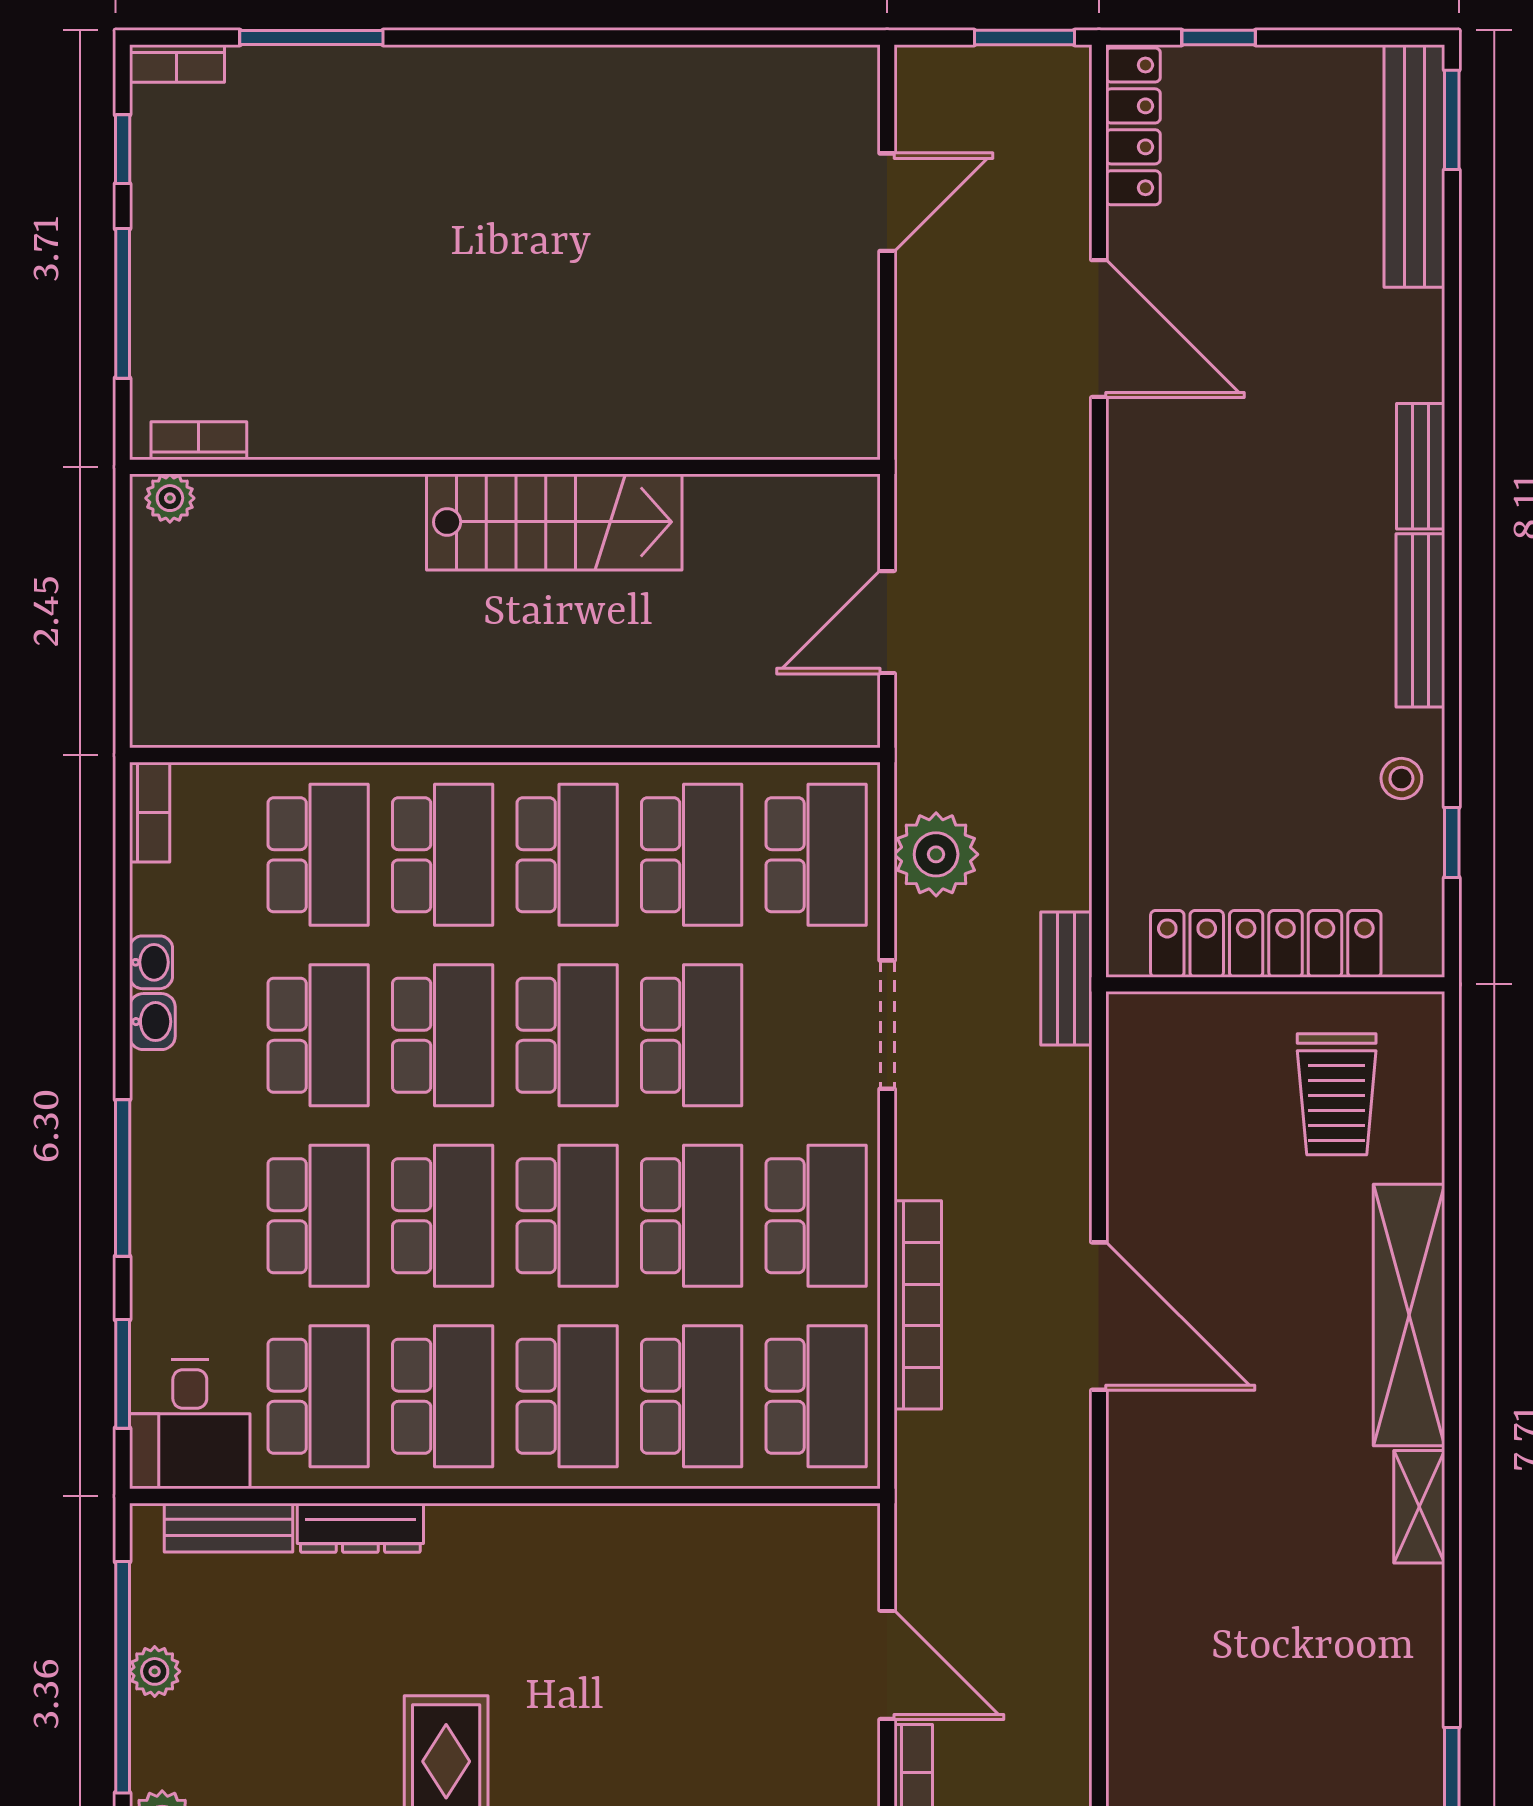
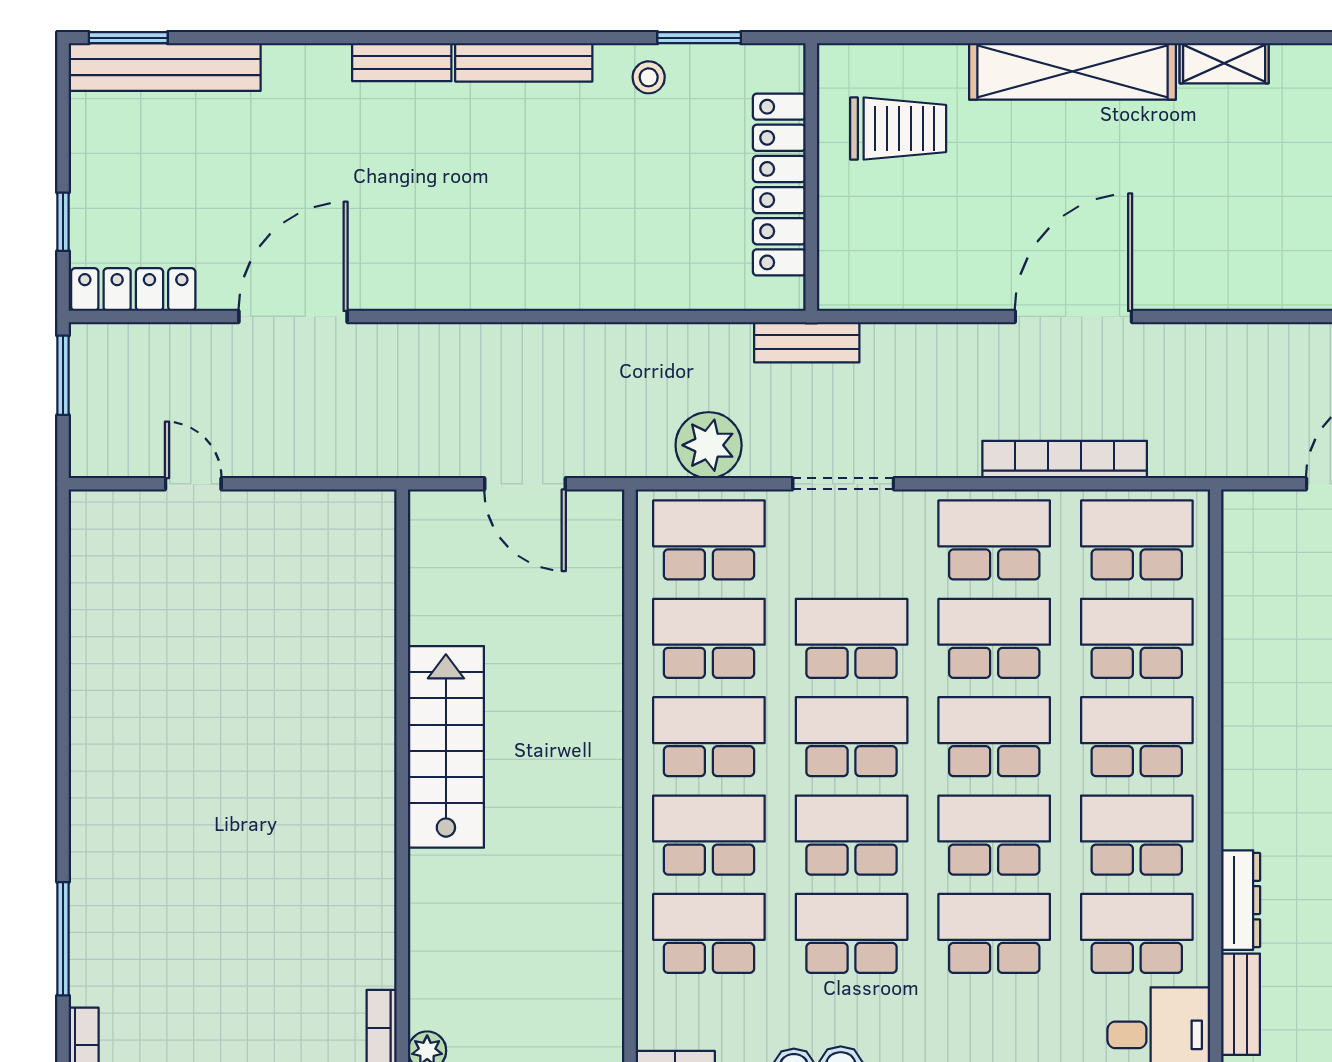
door: (887, 202) -> (193, 484), width x0.73
window: (1452, 842) -> (699, 38), width x1.50

